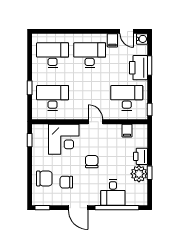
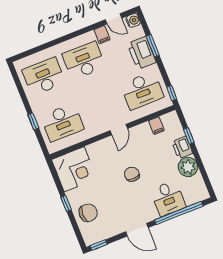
desk: (53, 98) -> (62, 122), turned 180
desk: (127, 98) -> (142, 91), turned 180
door: (95, 122) -> (119, 130), swing flipped
corner desk: (64, 139) -> (74, 169), moved
window: (30, 140) -> (66, 203), moved
window: (150, 173) -> (189, 136), moved
chair: (66, 182) -> (113, 207), removed

